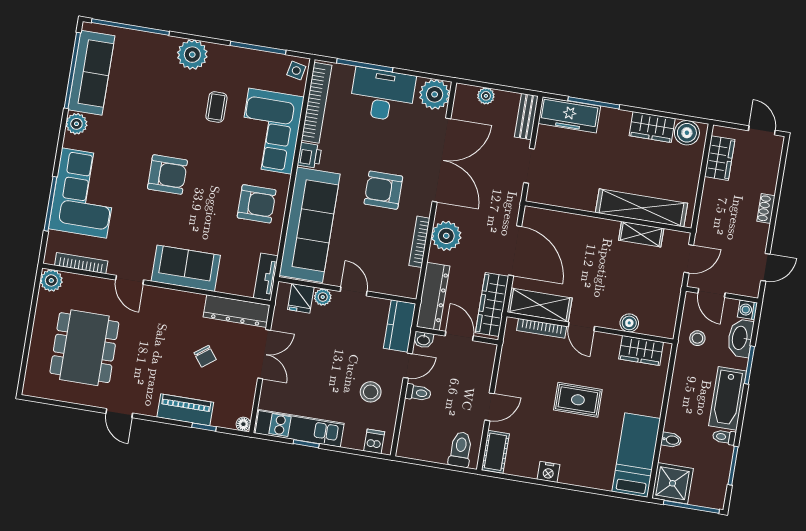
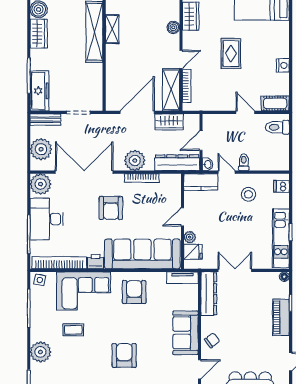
plant: (486, 96) -> (41, 149), width x1.87, depth x1.87
wardrobe: (492, 305) -> (169, 122), width x0.67
chair: (205, 356) -> (212, 340), moved

